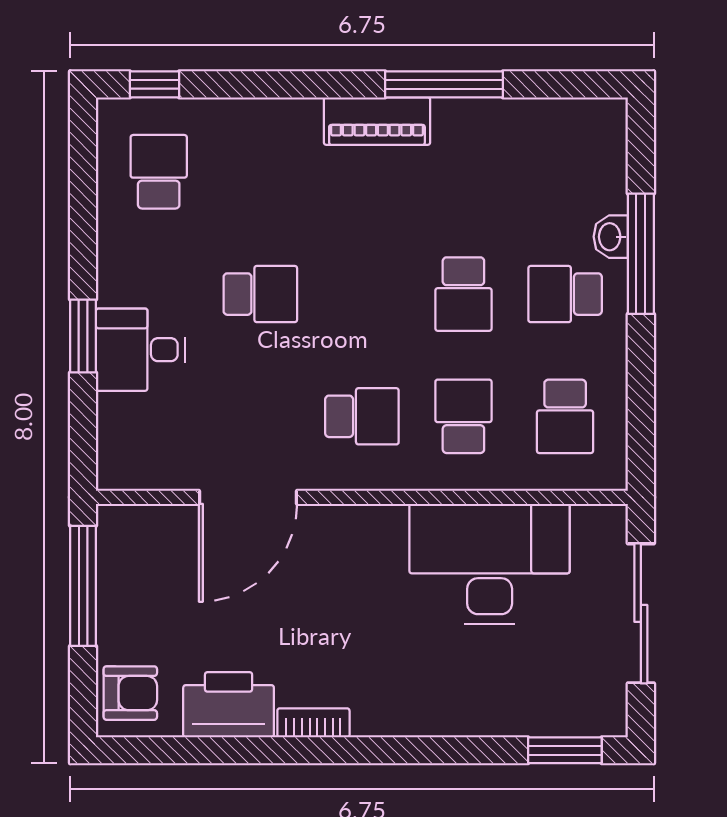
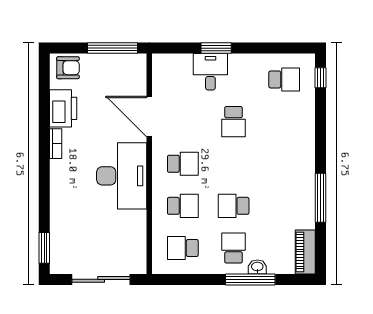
piano: (377, 121) -> (305, 252), moved
school desk: (362, 416) -> (183, 164), turned -90
desk: (490, 564) -> (122, 176), moved
armchair: (130, 693) -> (68, 68), turned -90

